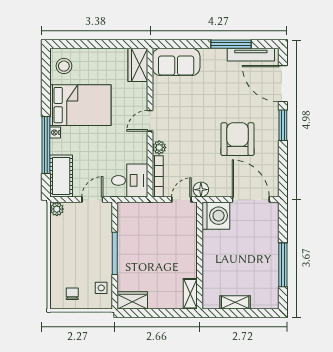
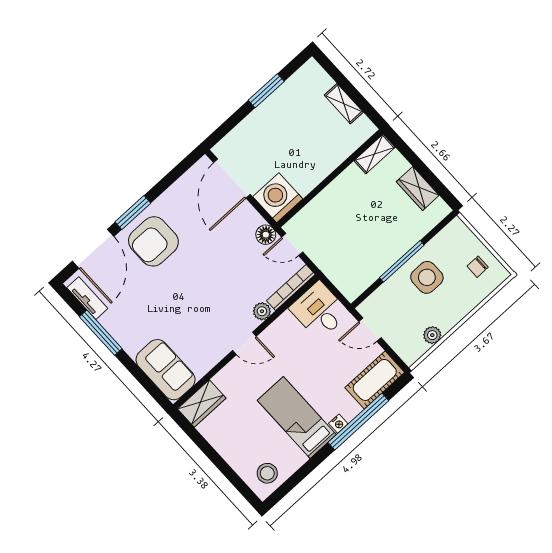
tv unit: (251, 55) -> (87, 298), width x0.71
bed: (80, 105) -> (297, 417), width x0.67
armchair: (238, 139) -> (153, 241), moved
plant: (57, 209) -> (432, 335), moved
window: (283, 265) -> (266, 91), width x0.69
side table: (101, 288) -> (427, 277), moved, width x1.87, depth x1.87
wardrobe: (132, 300) -> (418, 188), moved

